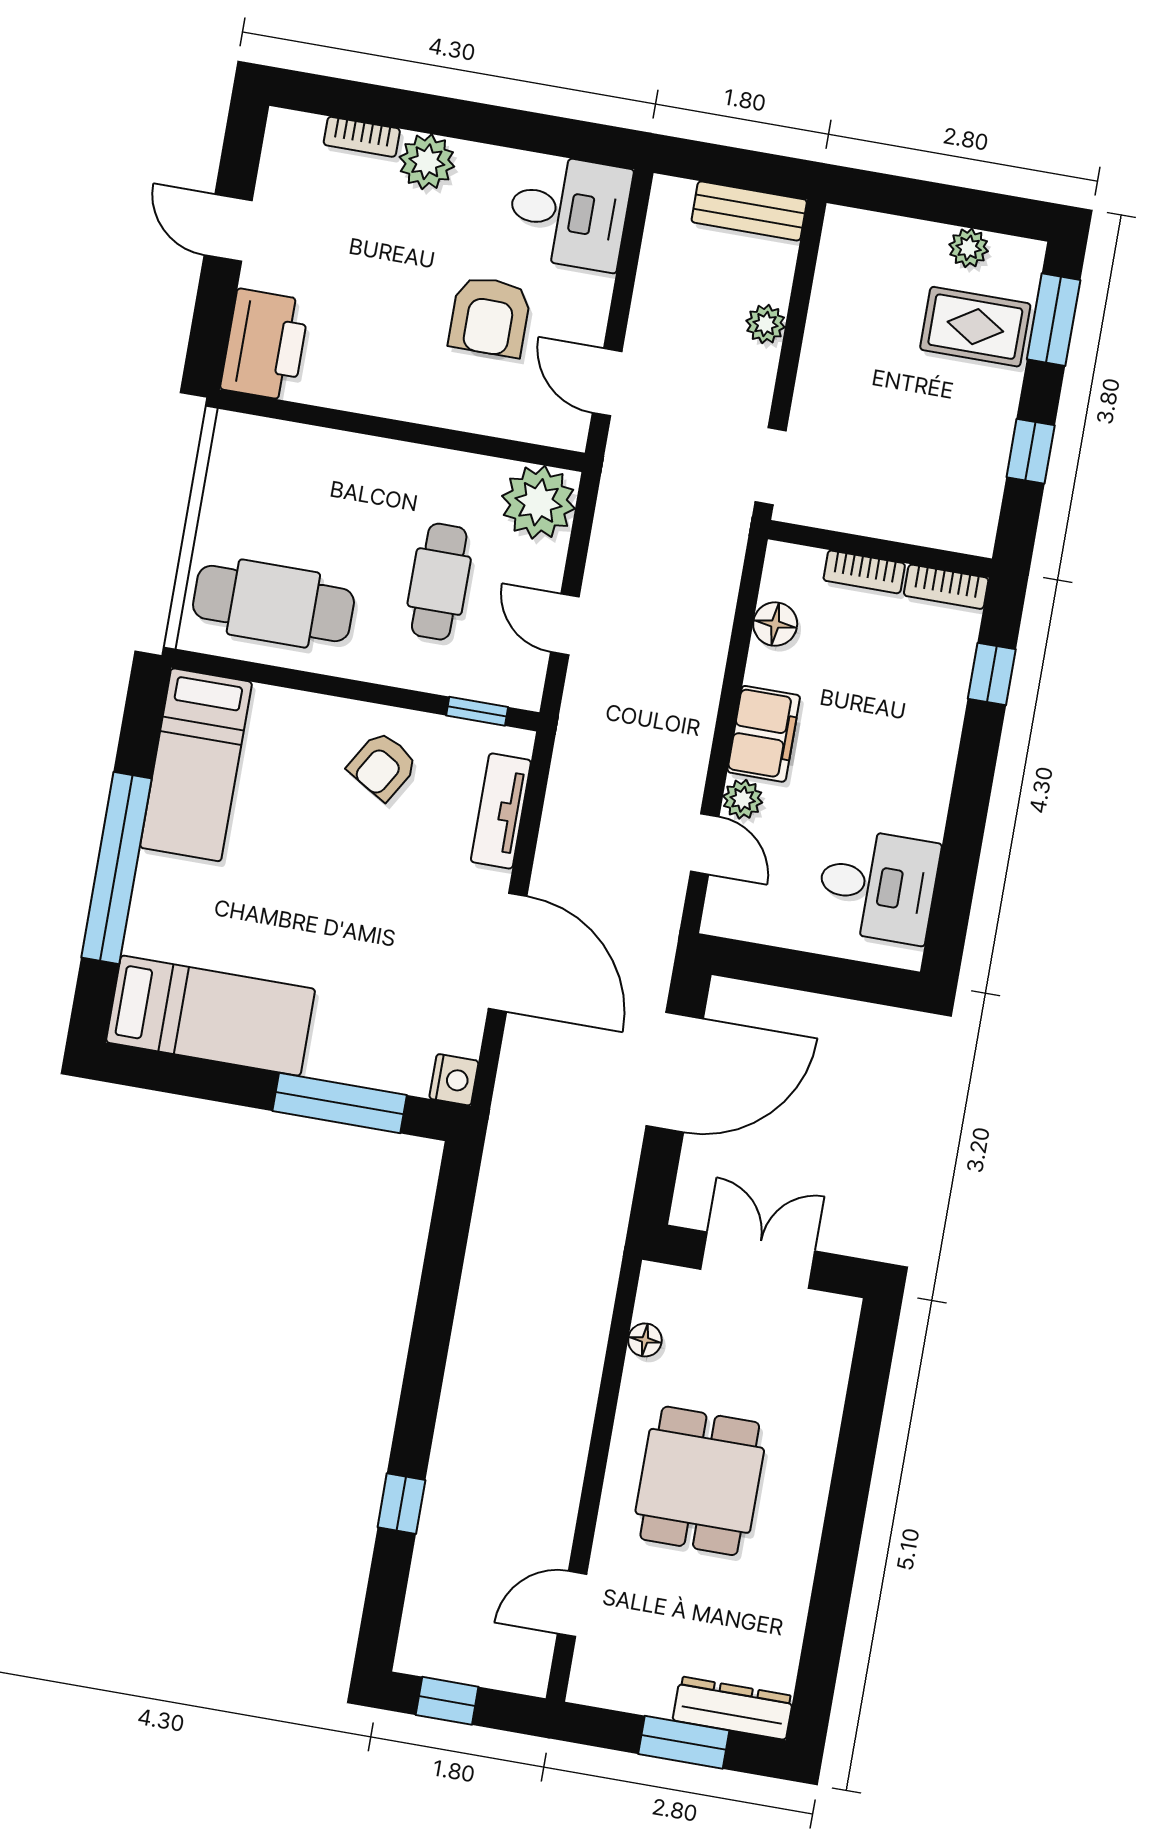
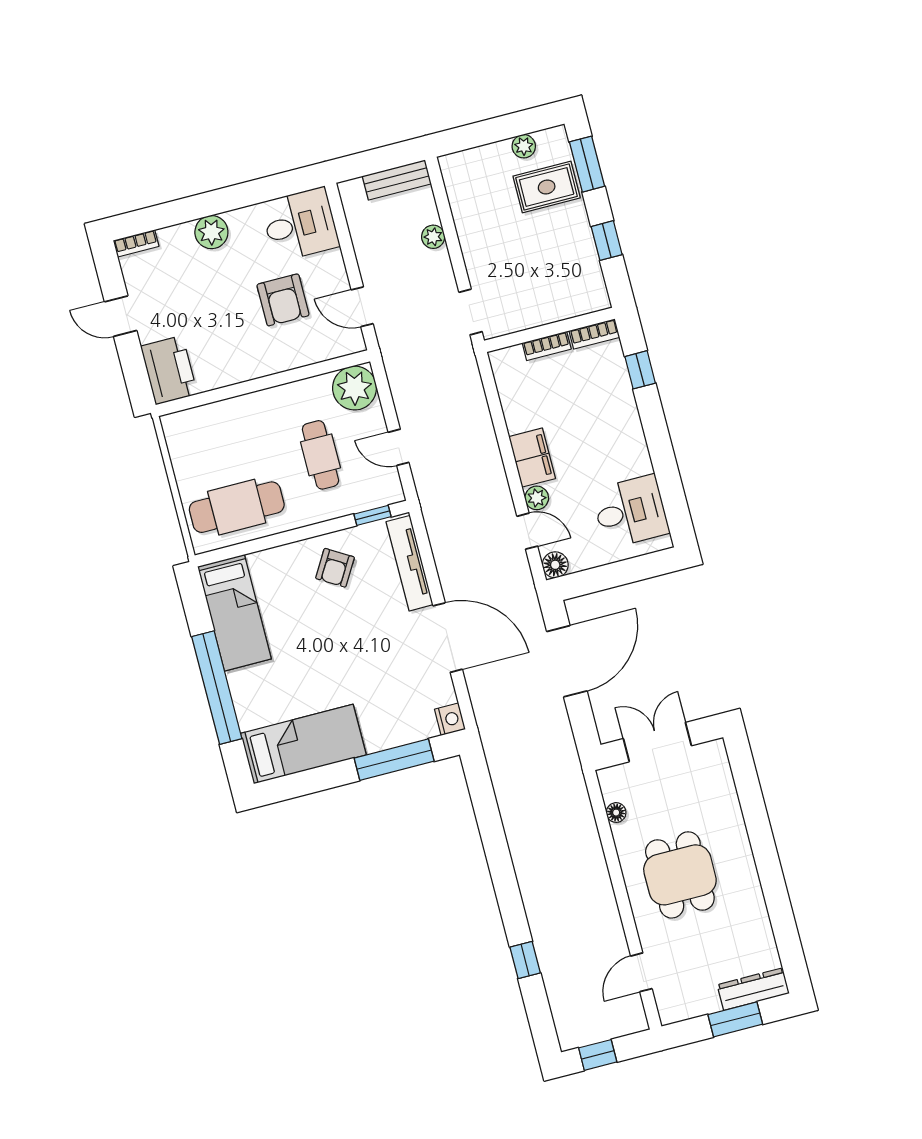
bookcase: (362, 137) -> (136, 243), moved
floor lamp: (775, 624) -> (555, 565), moved
tv unit: (501, 811) -> (410, 563), width x1.41

